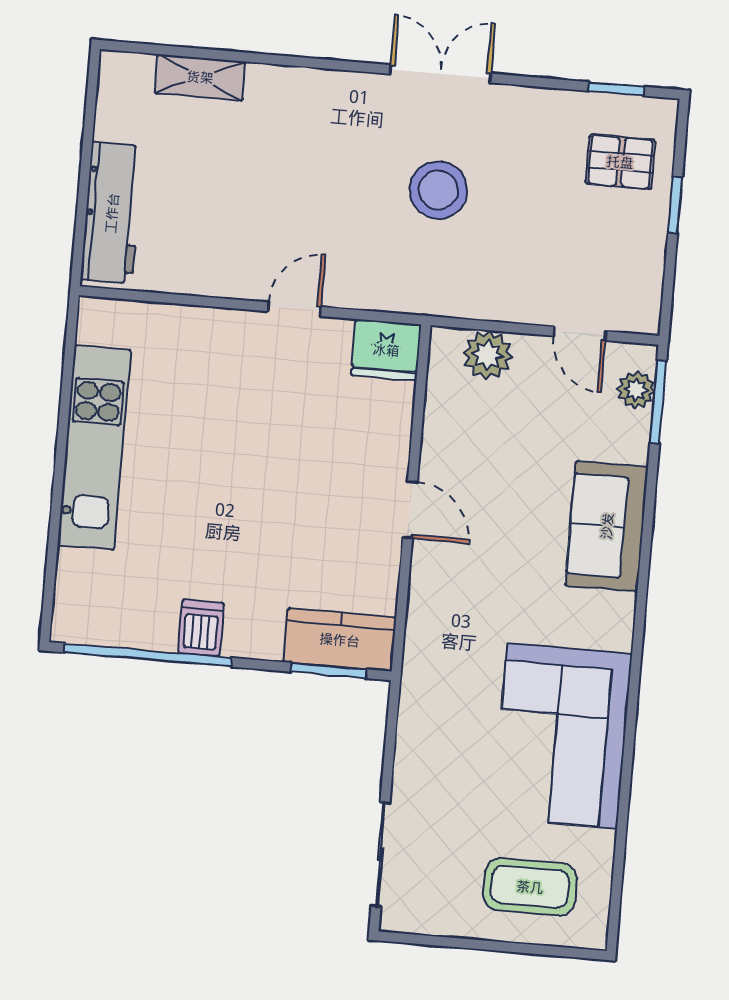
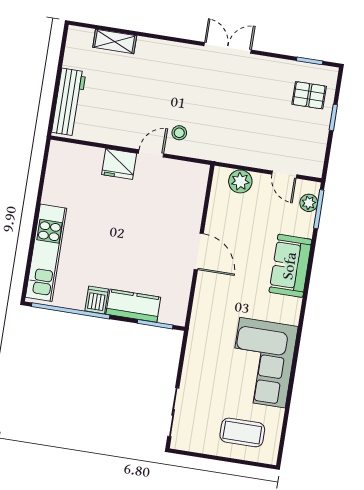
stool: (438, 190) -> (179, 133), moved, width x0.53, depth x0.53
fridge: (386, 350) -> (119, 164), moved
kitchen unit: (94, 448) -> (46, 253), moved
door: (410, 510) -> (199, 251), width x1.38
kitchen counter: (340, 640) -> (133, 306), moved

